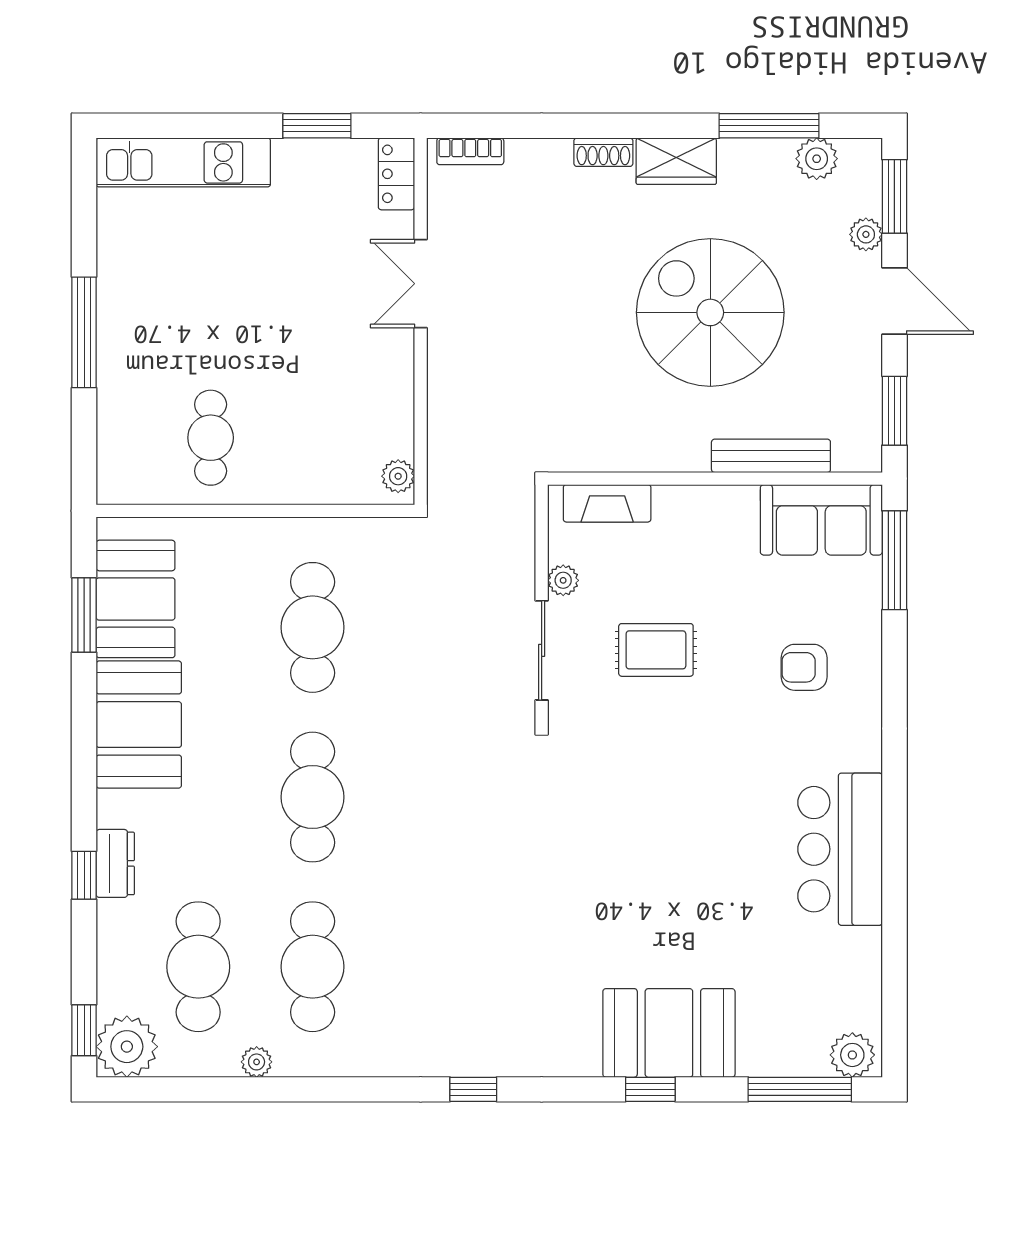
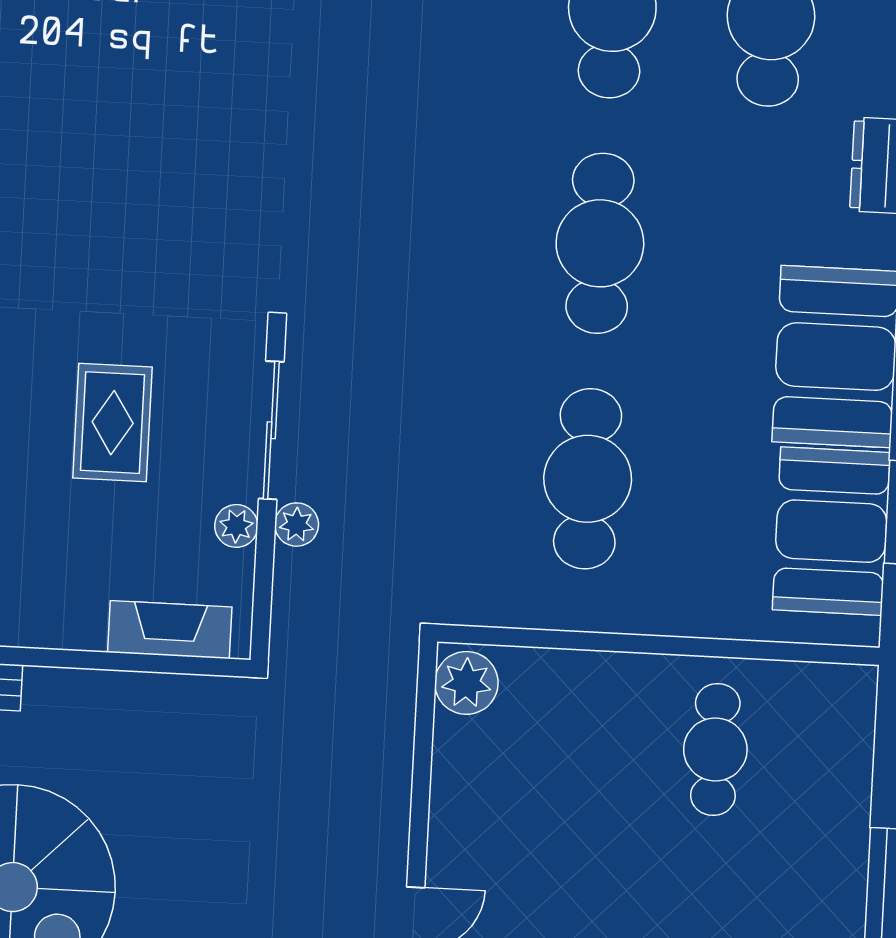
plant: (398, 476) -> (466, 683), width x1.38, depth x1.38
plant: (520, 584) -> (297, 525), added
rug: (656, 650) -> (113, 423), turned 90

